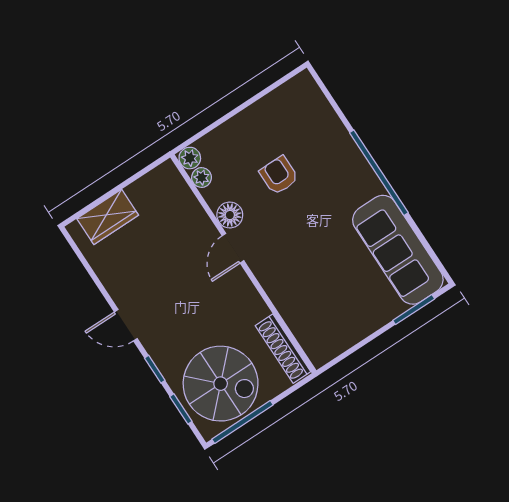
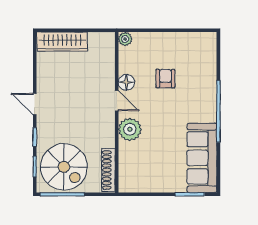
plant: (202, 178) -> (130, 129), moved, width x1.88, depth x1.88
wardrobe: (108, 217) -> (62, 42), width x1.50
door: (233, 248) -> (117, 101), swing flipped

